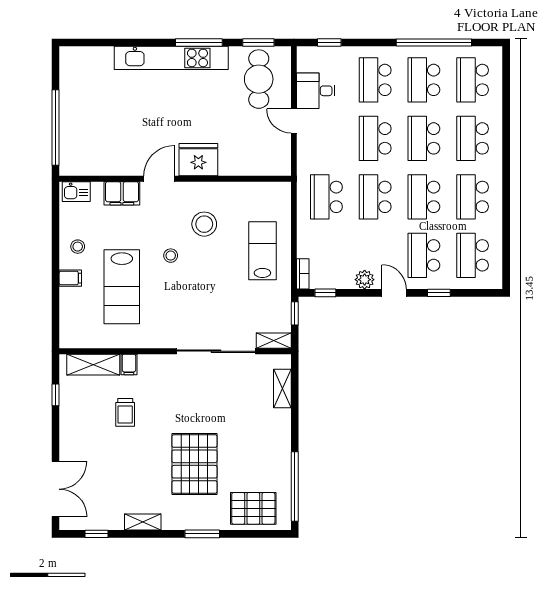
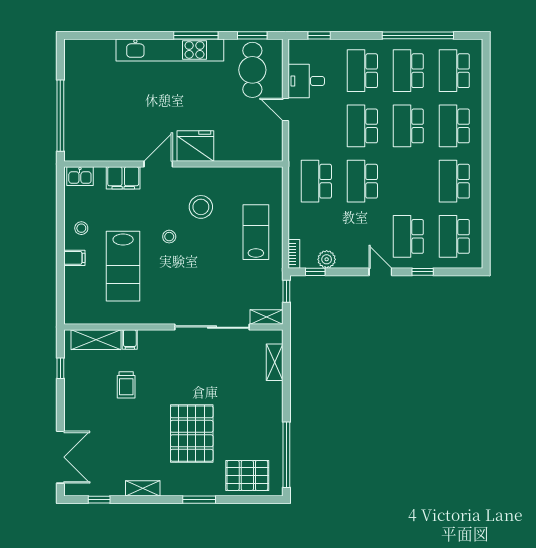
school desk: (424, 197) -> (408, 181), removed
plant: (365, 280) -> (327, 259), moved

